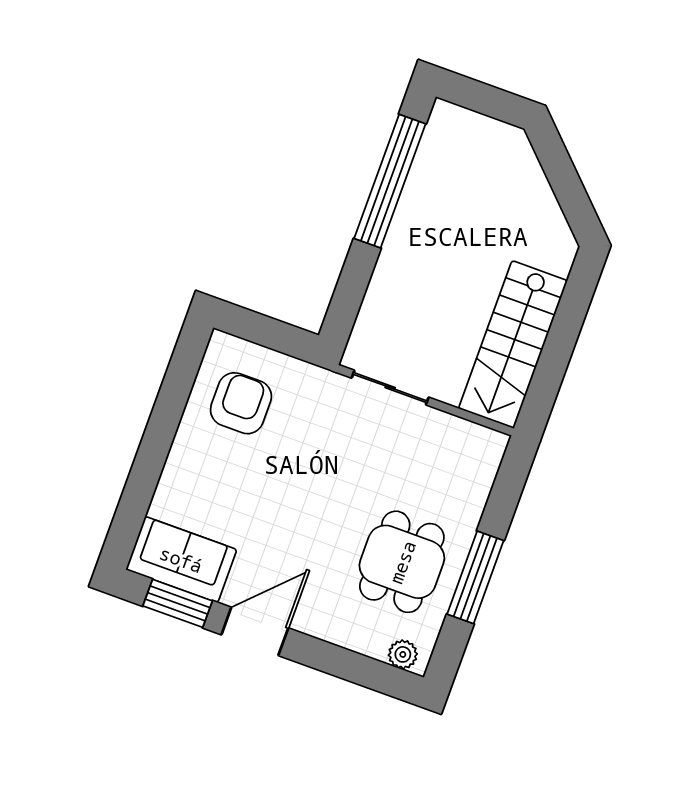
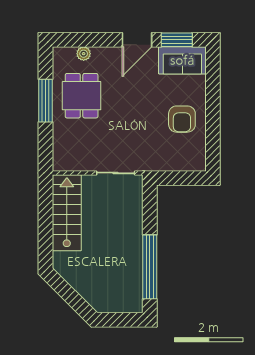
armchair: (241, 403) -> (182, 119), moved
plant: (403, 654) -> (84, 54), moved

